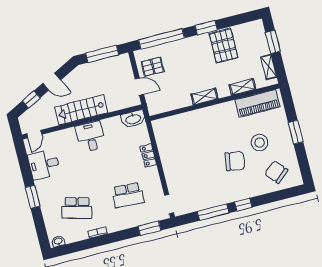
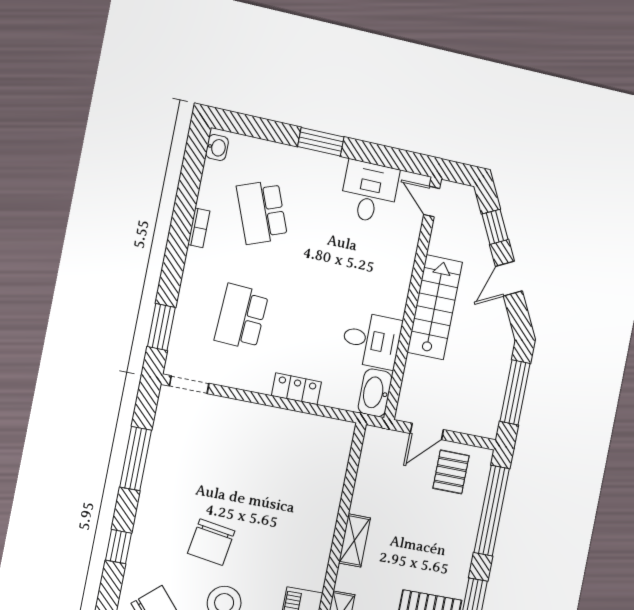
desk: (91, 137) -> (372, 340), moved
window: (243, 205) -> (118, 547), moved
school desk: (77, 208) -> (262, 212), turned -36

